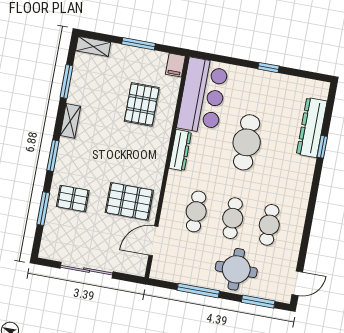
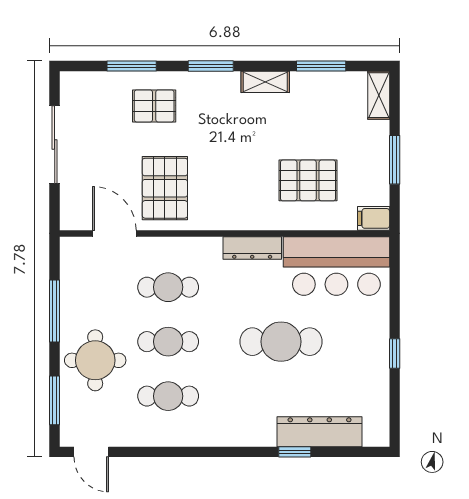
pallet: (73, 198) -> (154, 106), turned 90

